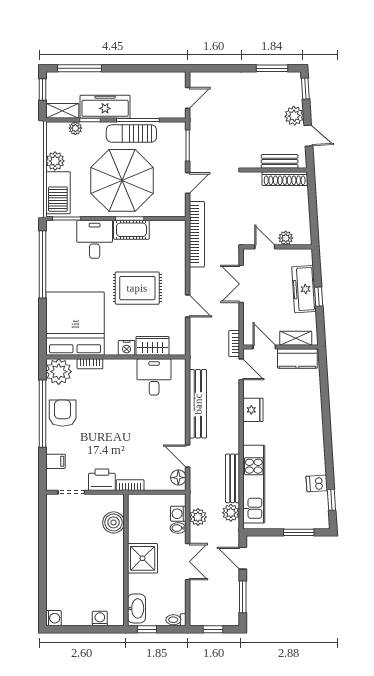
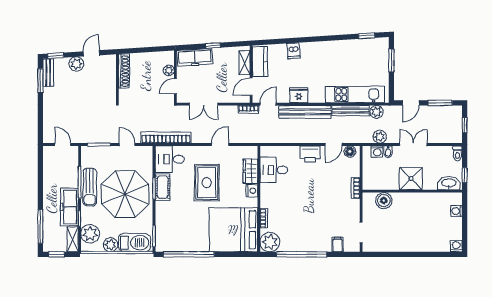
plant: (75, 128) -> (90, 234), width x1.87, depth x1.87
bench: (280, 161) -> (48, 73), moved
desk: (95, 239) -> (170, 159), moved
freezer: (304, 289) -> (195, 57), moved
bench: (198, 404) -> (305, 112), moved
armchair: (63, 413) -> (301, 239), removed
printer: (102, 480) -> (310, 154), moved, turned -90
dishwasher: (317, 483) -> (293, 51), moved

